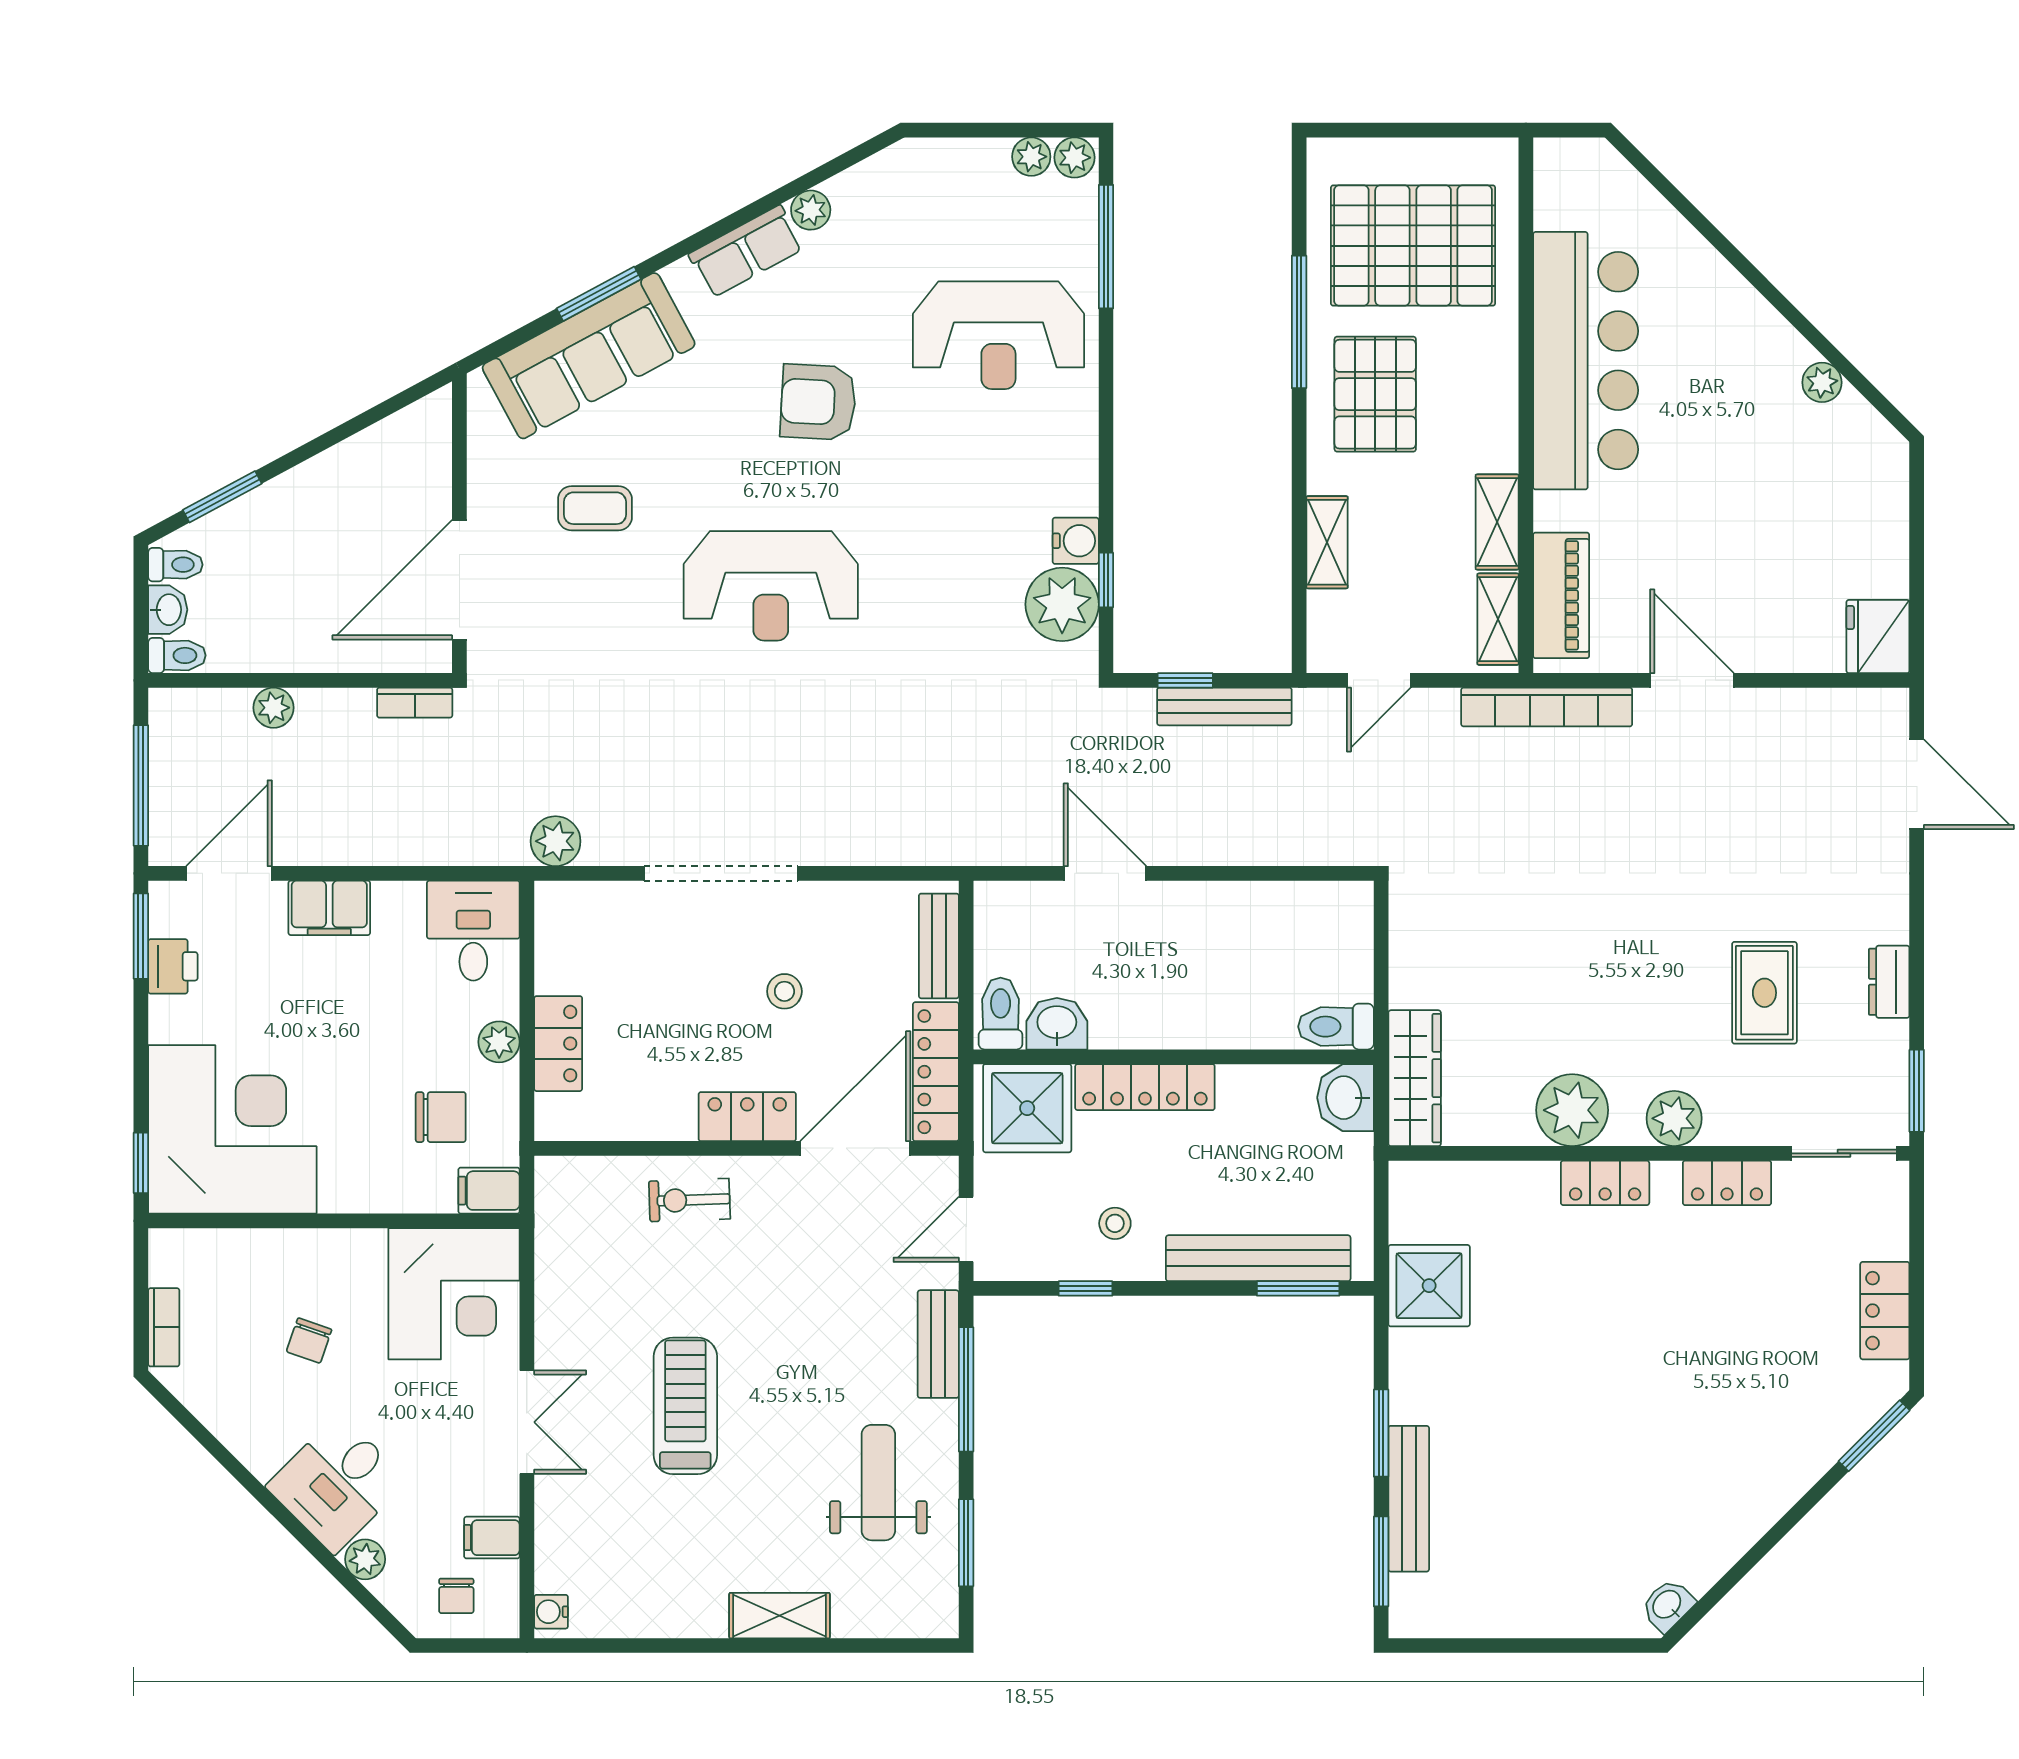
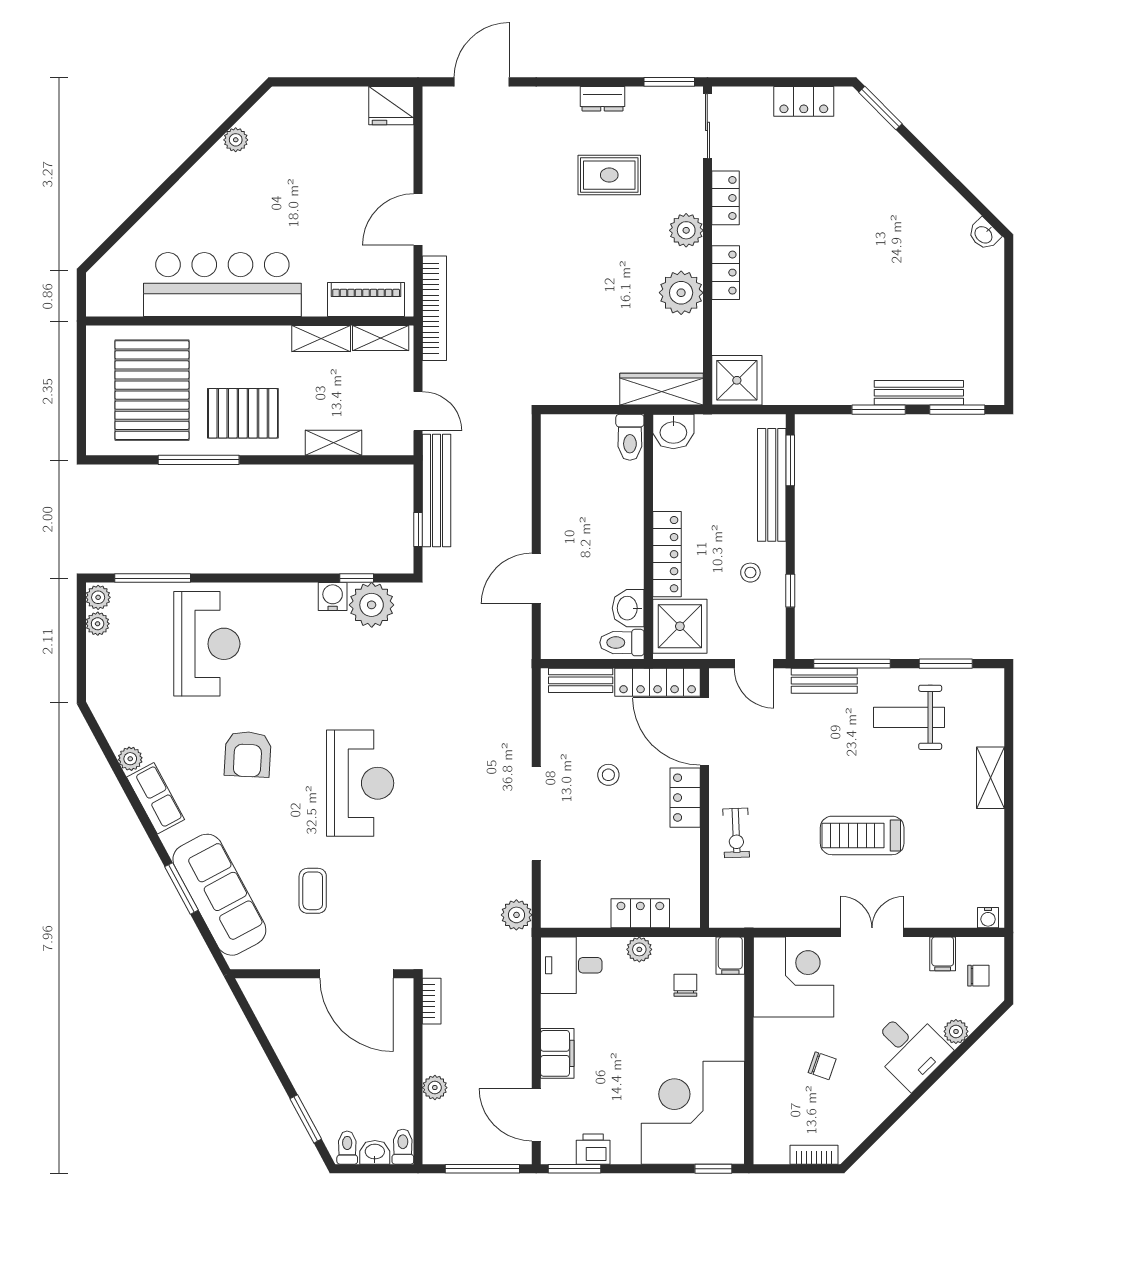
bench: (1224, 706) -> (436, 490), width x1.37, depth x1.21
chair: (441, 1117) -> (685, 985), width x0.73, depth x0.73
shower: (1429, 1286) -> (737, 380), moved

